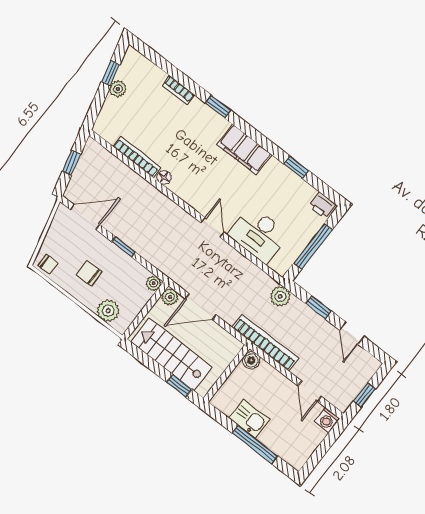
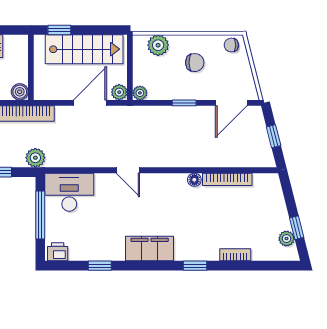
plant: (118, 89) -> (287, 239), moved
desk: (259, 234) -> (69, 192), moved

